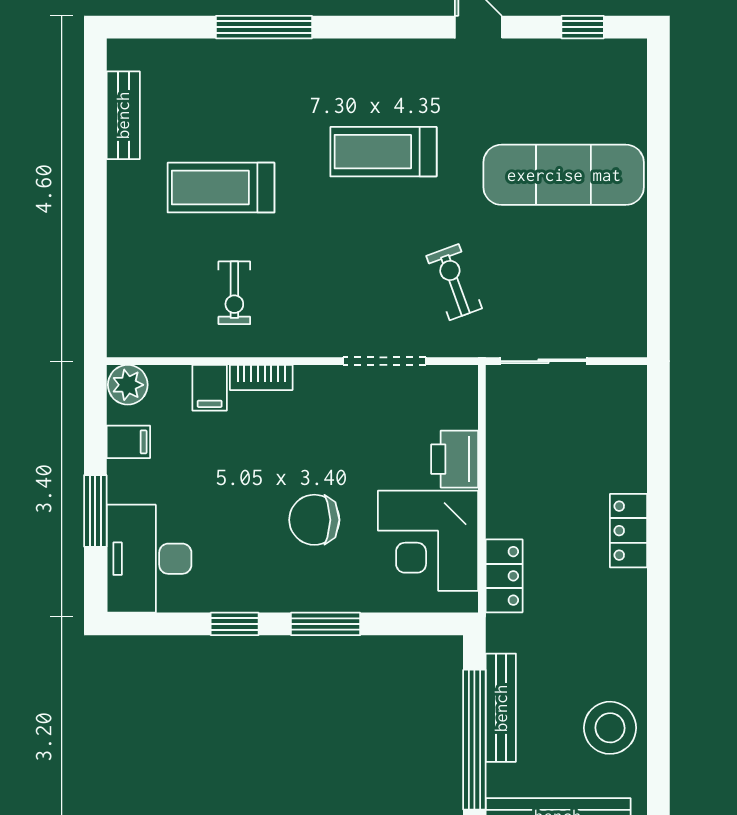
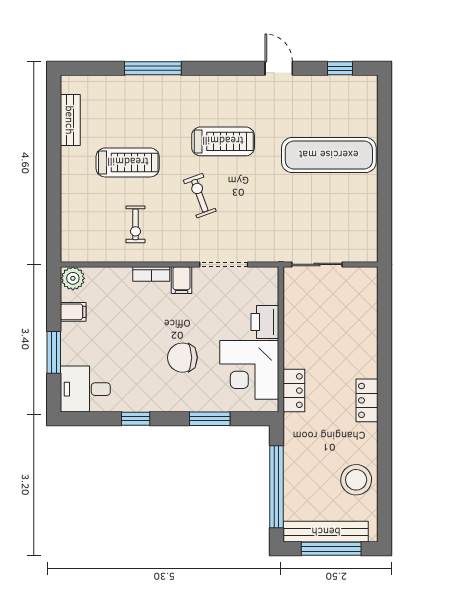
treadmill: (383, 152) -> (223, 141), turned 180
treadmill: (221, 188) -> (128, 162), turned 180
exercise bike: (454, 282) -> (200, 196), moved
filing cabinet: (210, 388) -> (182, 280), moved
locker: (629, 531) -> (367, 400), moved
desk: (149, 559) -> (85, 389), width x0.73
window: (326, 624) -> (210, 419), moved
bench: (501, 708) -> (292, 468), removed

